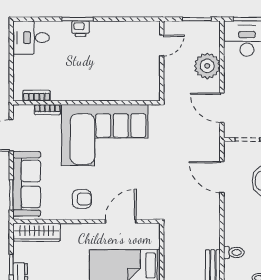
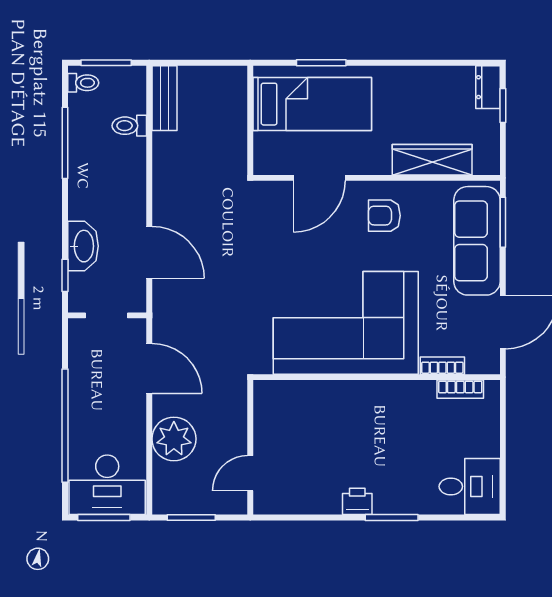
printer: (81, 29) -> (357, 501), moved
wardrobe: (37, 232) -> (432, 160), moved

